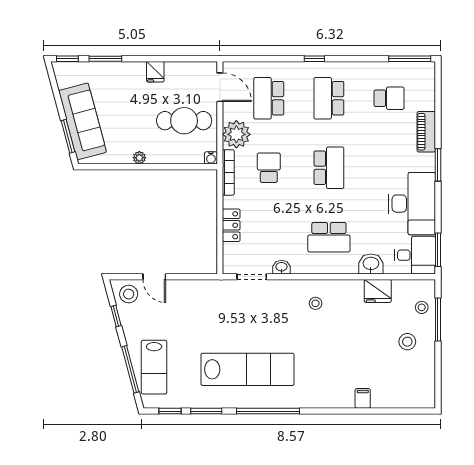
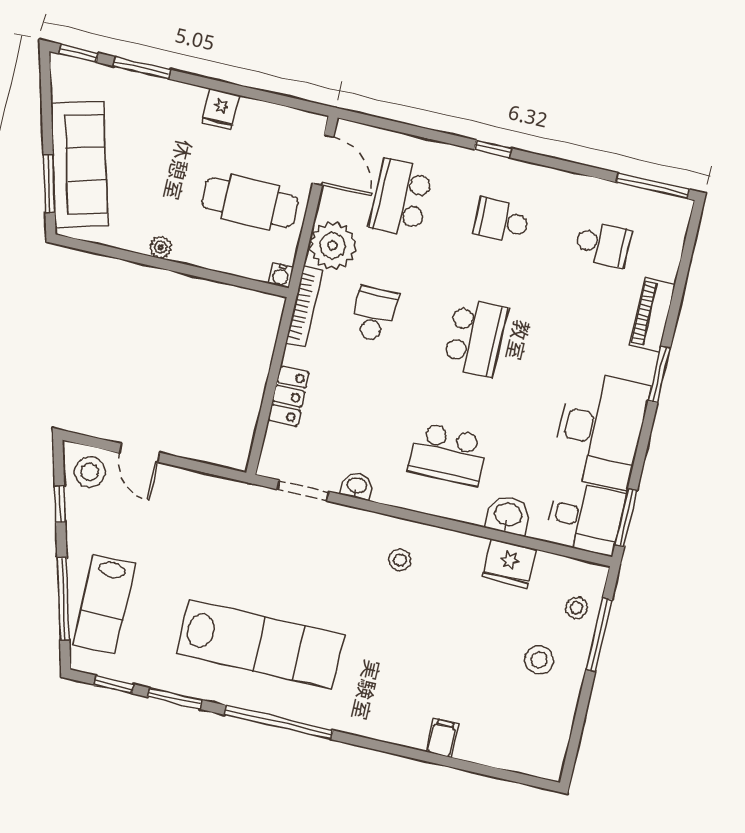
school desk: (329, 98) -> (502, 221), width x0.54

